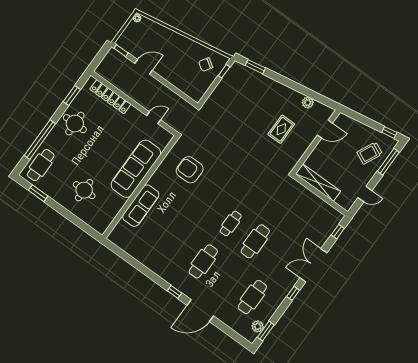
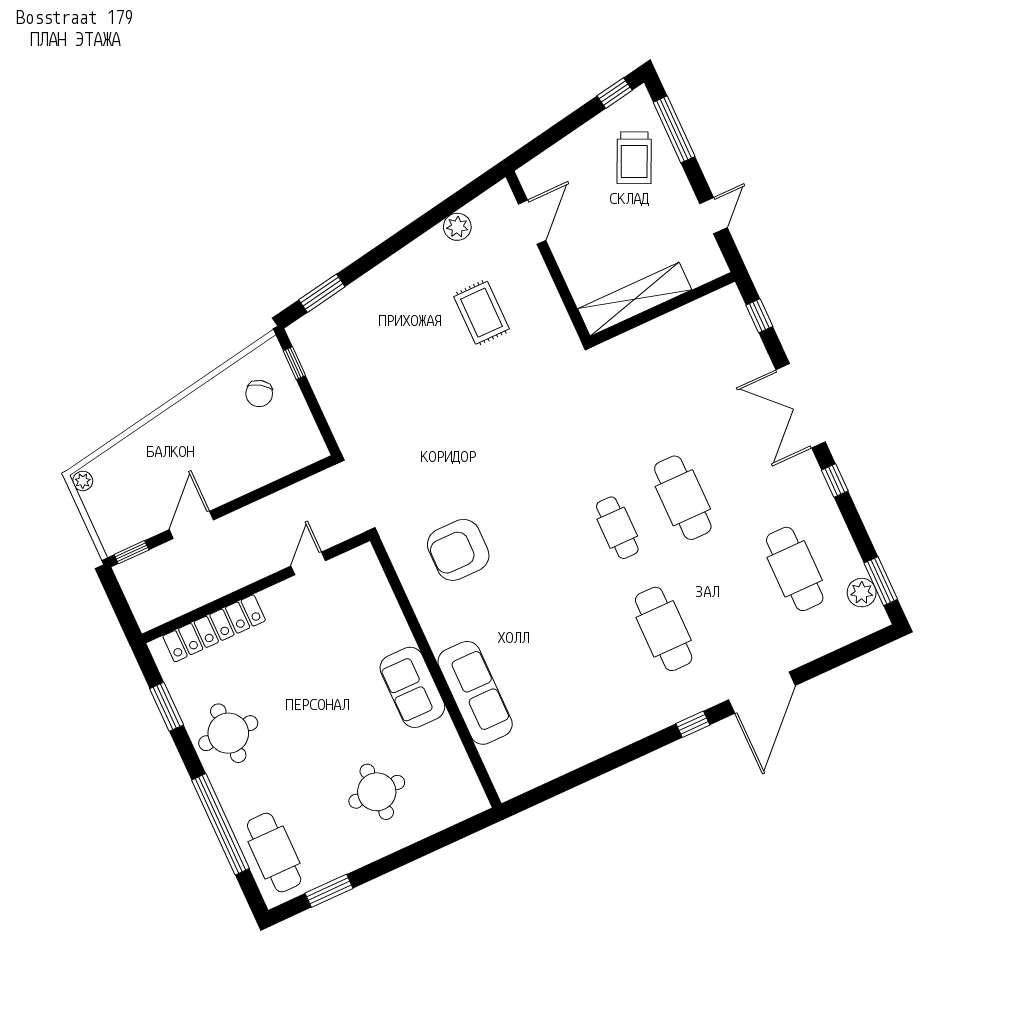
sofa: (136, 169) -> (412, 687), width x0.54, depth x0.79

